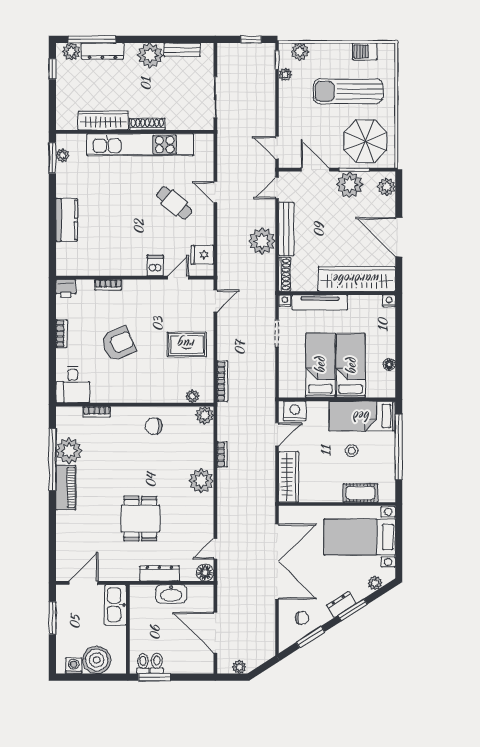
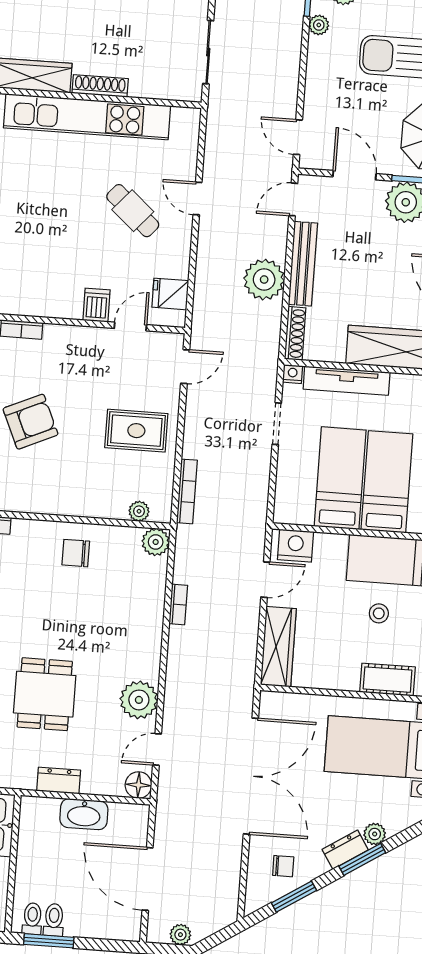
plant: (201, 481) -> (139, 700), moved
dresser: (159, 573) -> (59, 781), width x0.70
plant: (375, 583) -> (375, 834), moved

